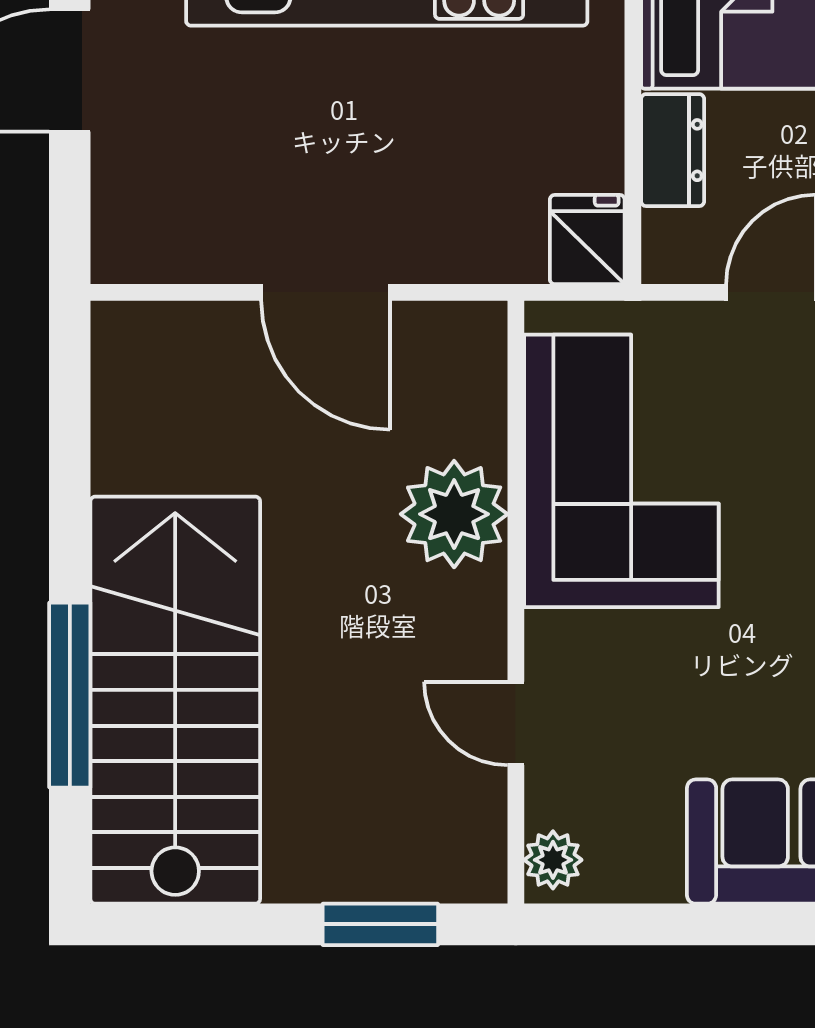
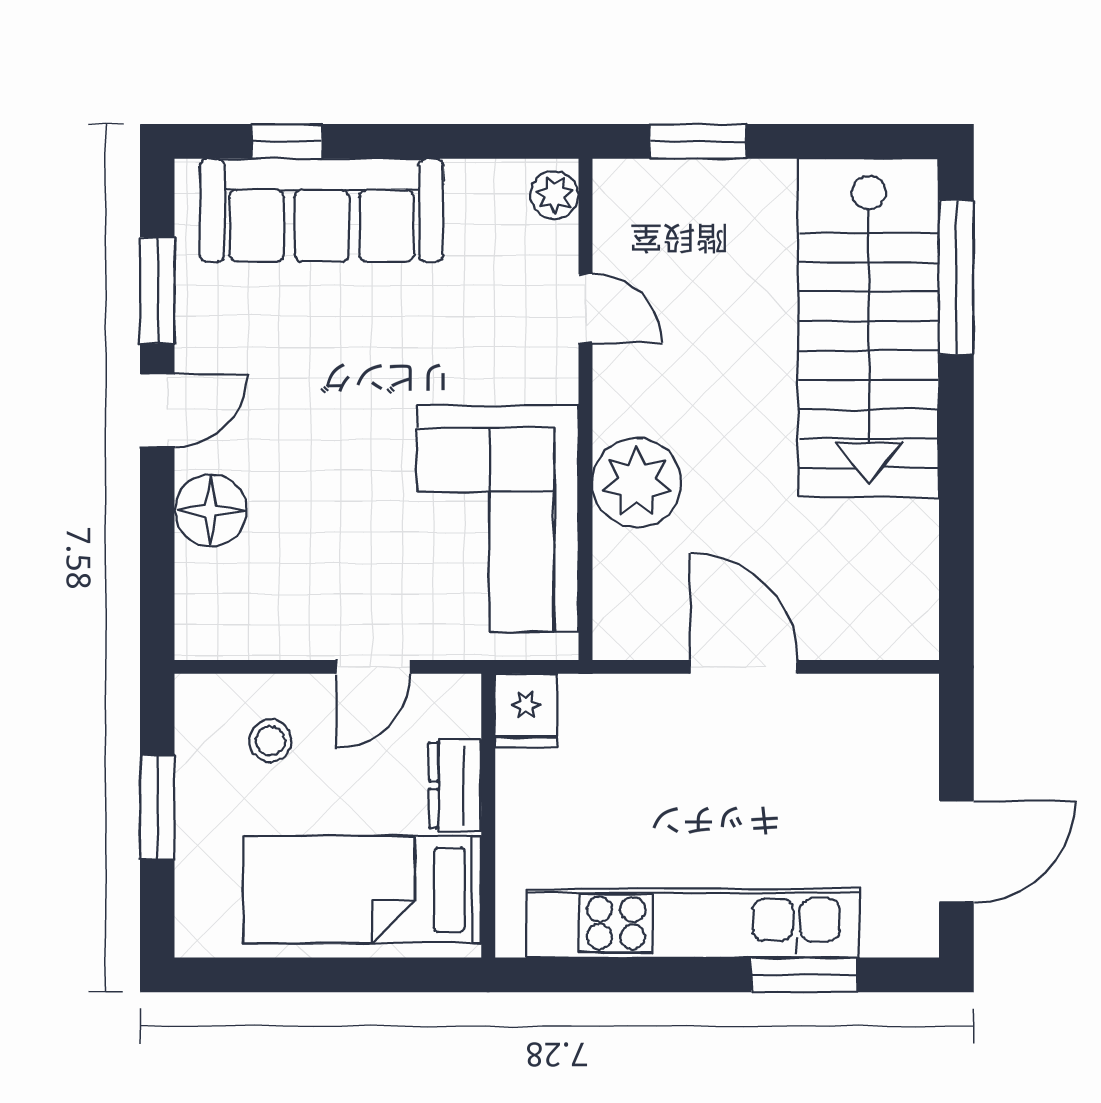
window: (70, 695) -> (956, 277), moved

